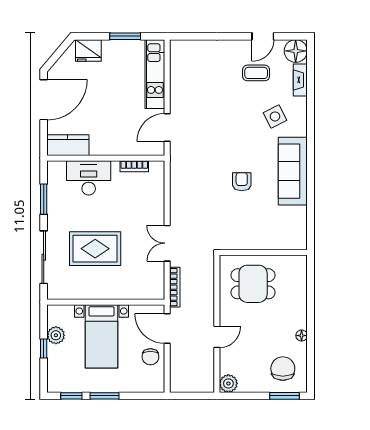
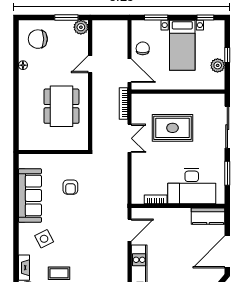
desk: (89, 178) -> (192, 186), width x1.36, depth x1.30
rug: (95, 249) -> (172, 128), moved
wall: (263, 252) -> (53, 152), moved
dining table: (253, 284) -> (61, 106), width x1.38
bed with nightstands: (101, 336) -> (182, 45), moved, turned 180
chair: (283, 369) -> (38, 39), turned 90
window: (105, 396) -> (156, 17), moved
window: (285, 396) -> (66, 17), moved

